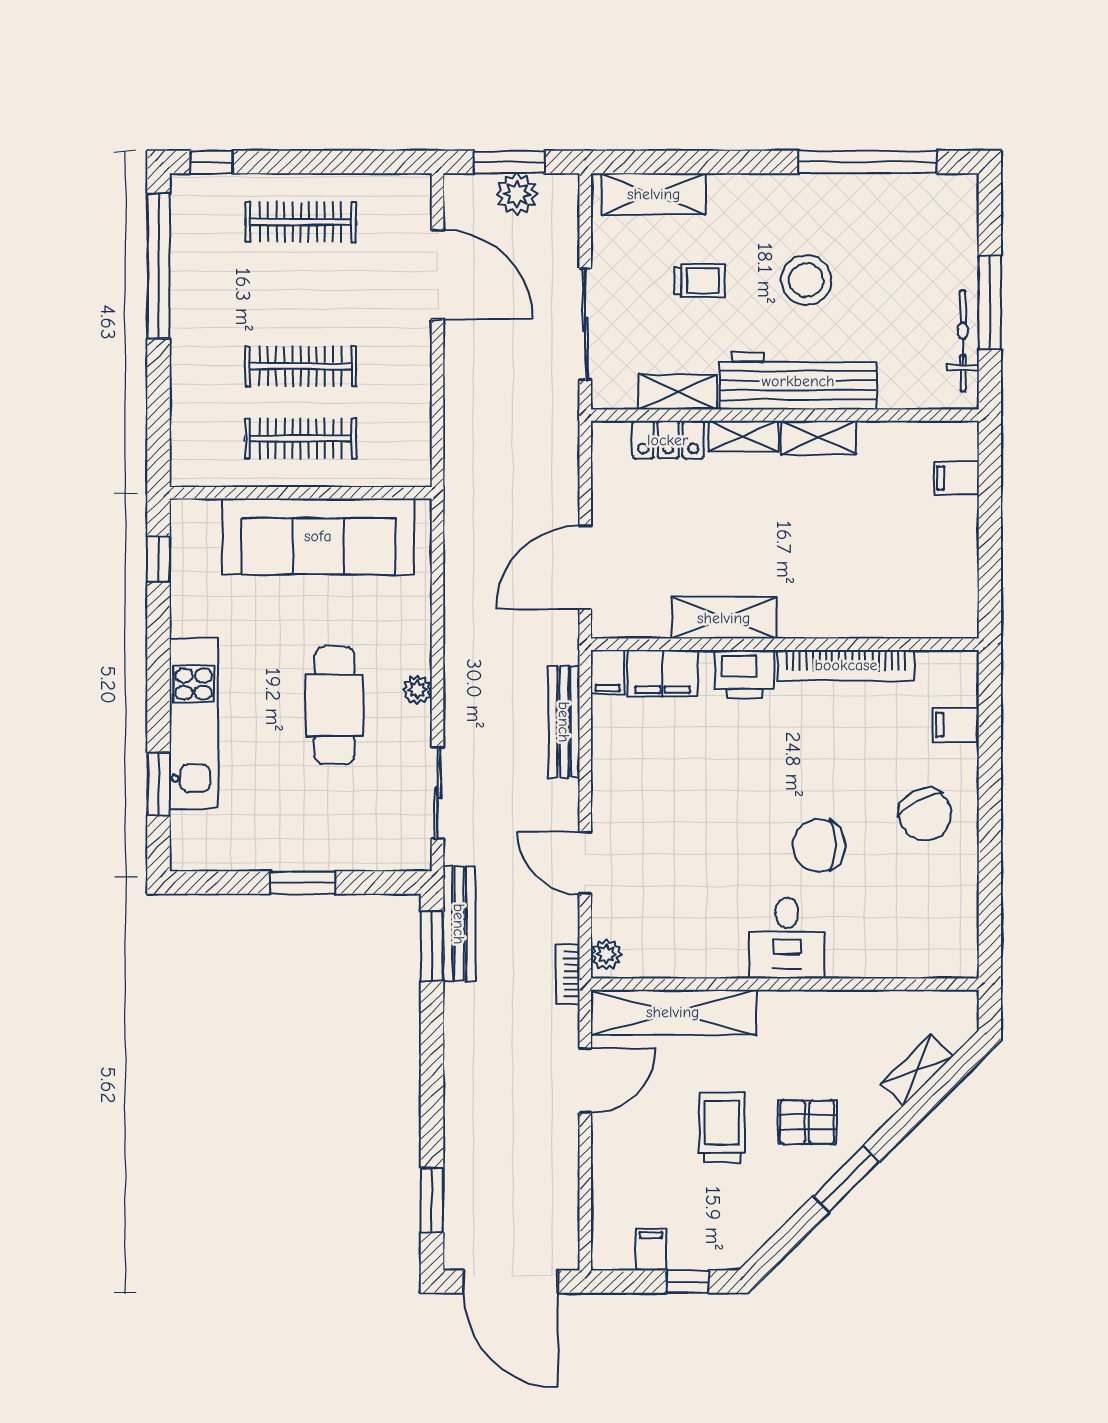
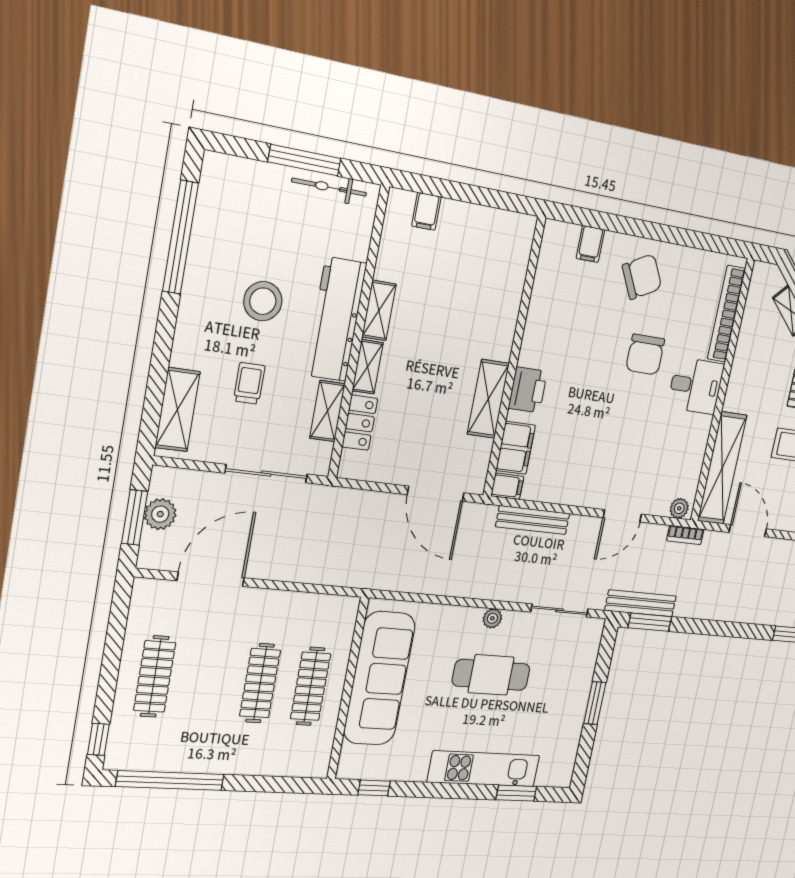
bookcase: (846, 665) -> (726, 314), moved, turned 180

